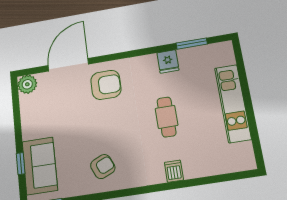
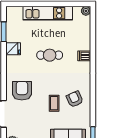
coffee table: (93, 136) -> (54, 103), added
plant: (248, 163) -> (86, 11), added

